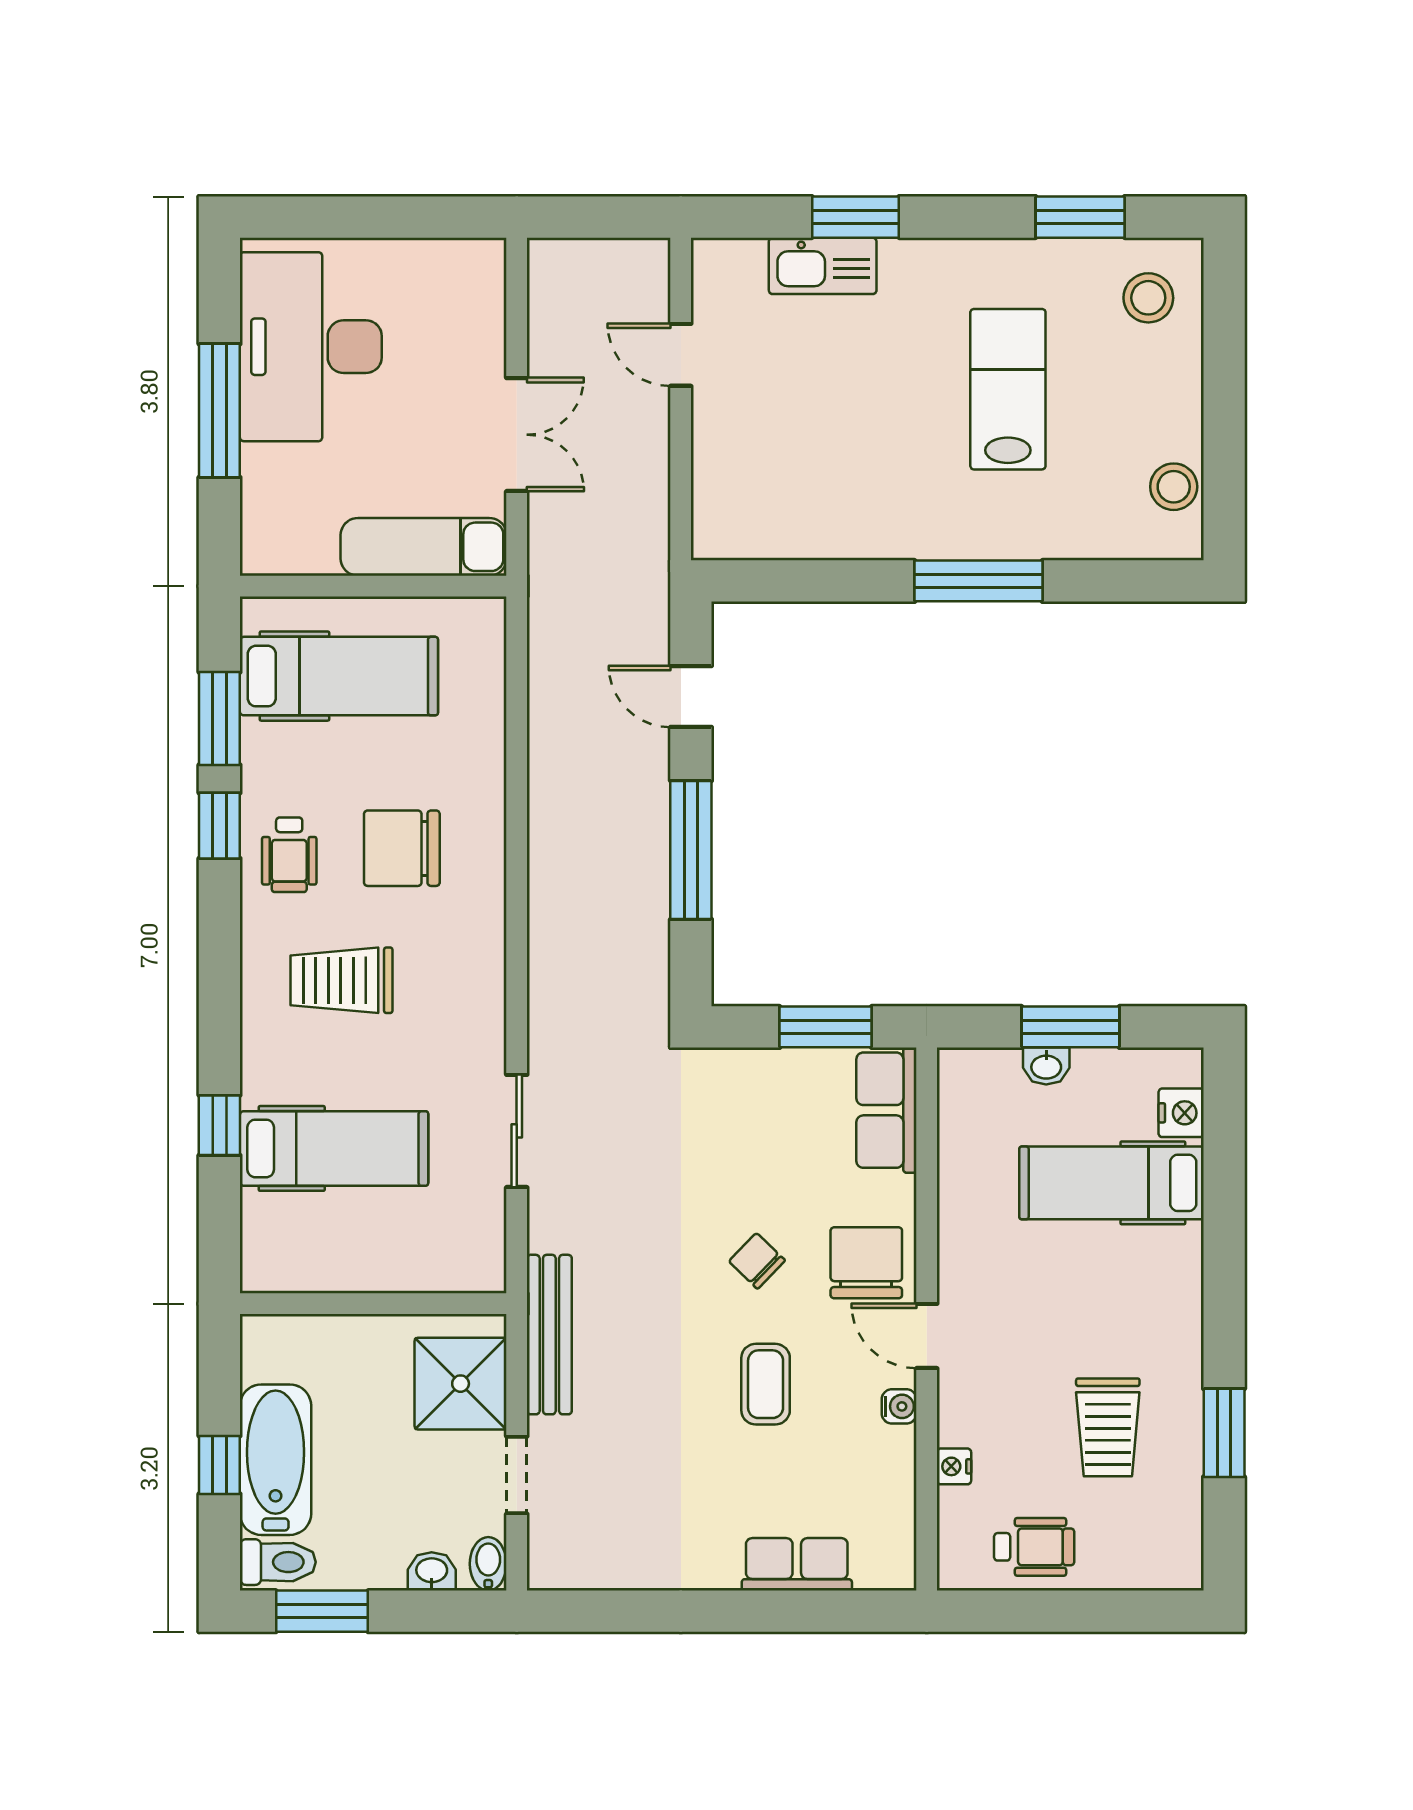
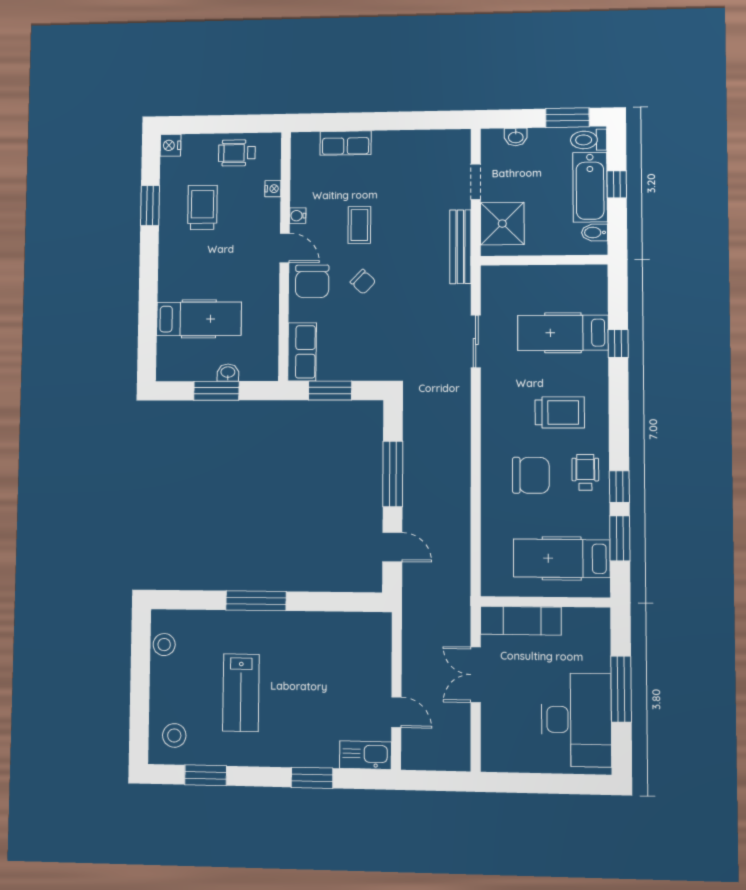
kitchen sink: (823, 266) -> (365, 755), moved
nightstand: (1181, 1113) -> (170, 145), moved
bidet: (488, 1564) -> (594, 233), moved, turned 90

